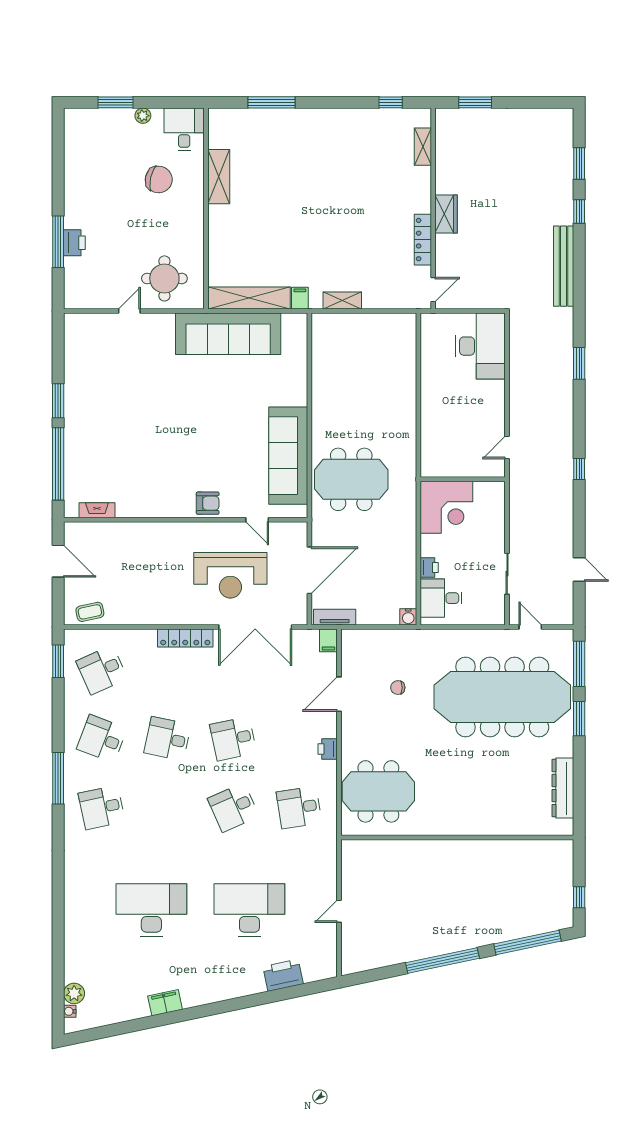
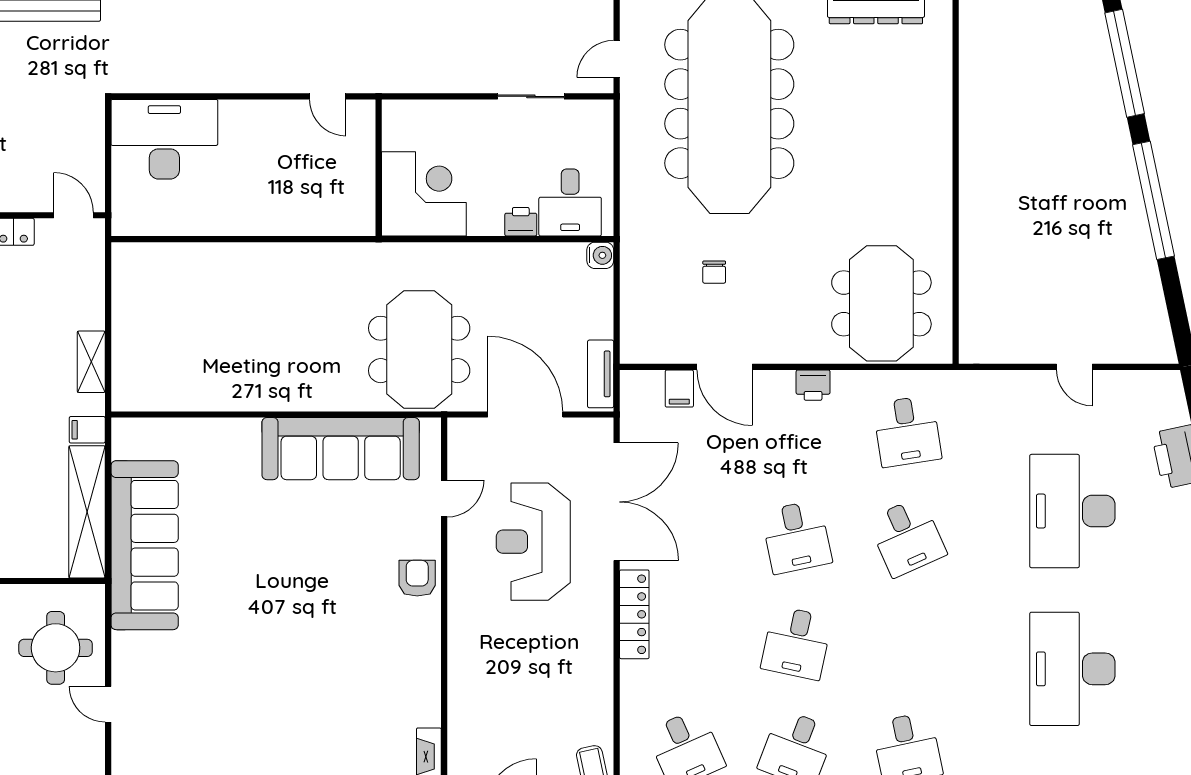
meeting table: (351, 479) -> (419, 349), moved
reception desk: (230, 575) -> (533, 542), turned 180
filing cabinet: (328, 640) -> (679, 389), moved, turned 90

